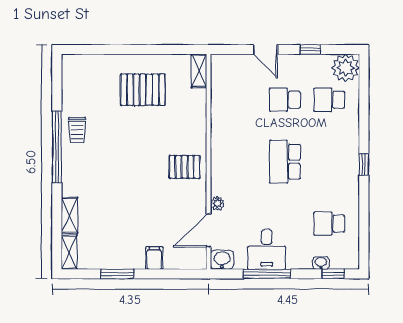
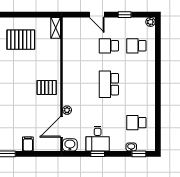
plant: (345, 68) -> (150, 22), width x0.53, depth x0.53
window: (364, 164) -> (158, 86), removed
window: (267, 274) -> (98, 154), width x0.46

